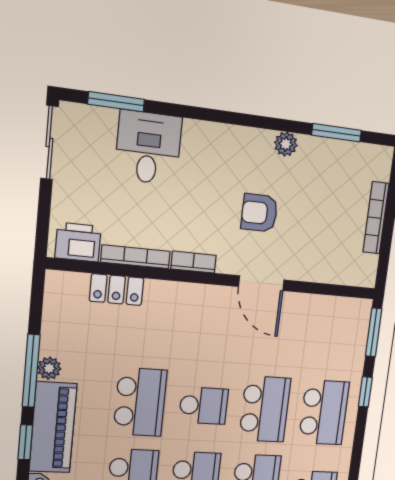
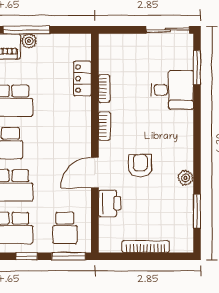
printer: (78, 242) -> (110, 203), moved
bookcase: (136, 257) -> (104, 89), width x0.64
school desk: (334, 335) -> (65, 228), added

